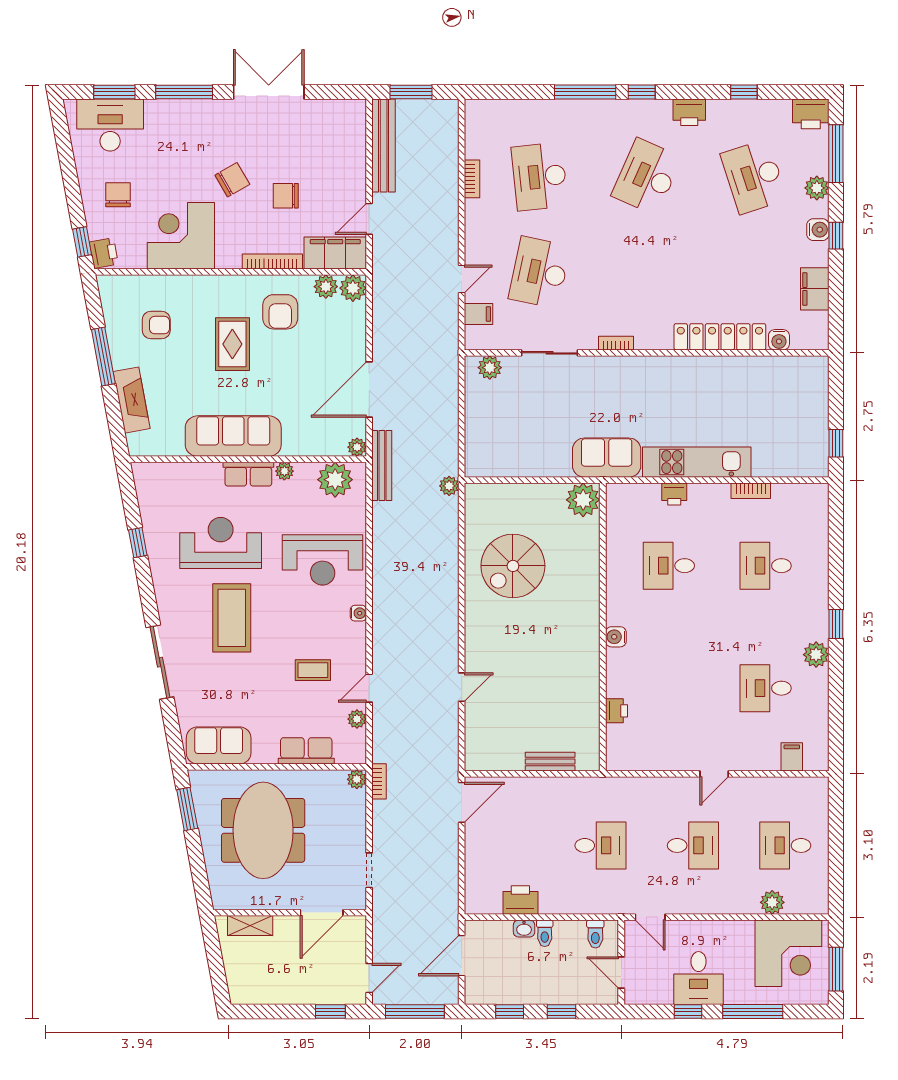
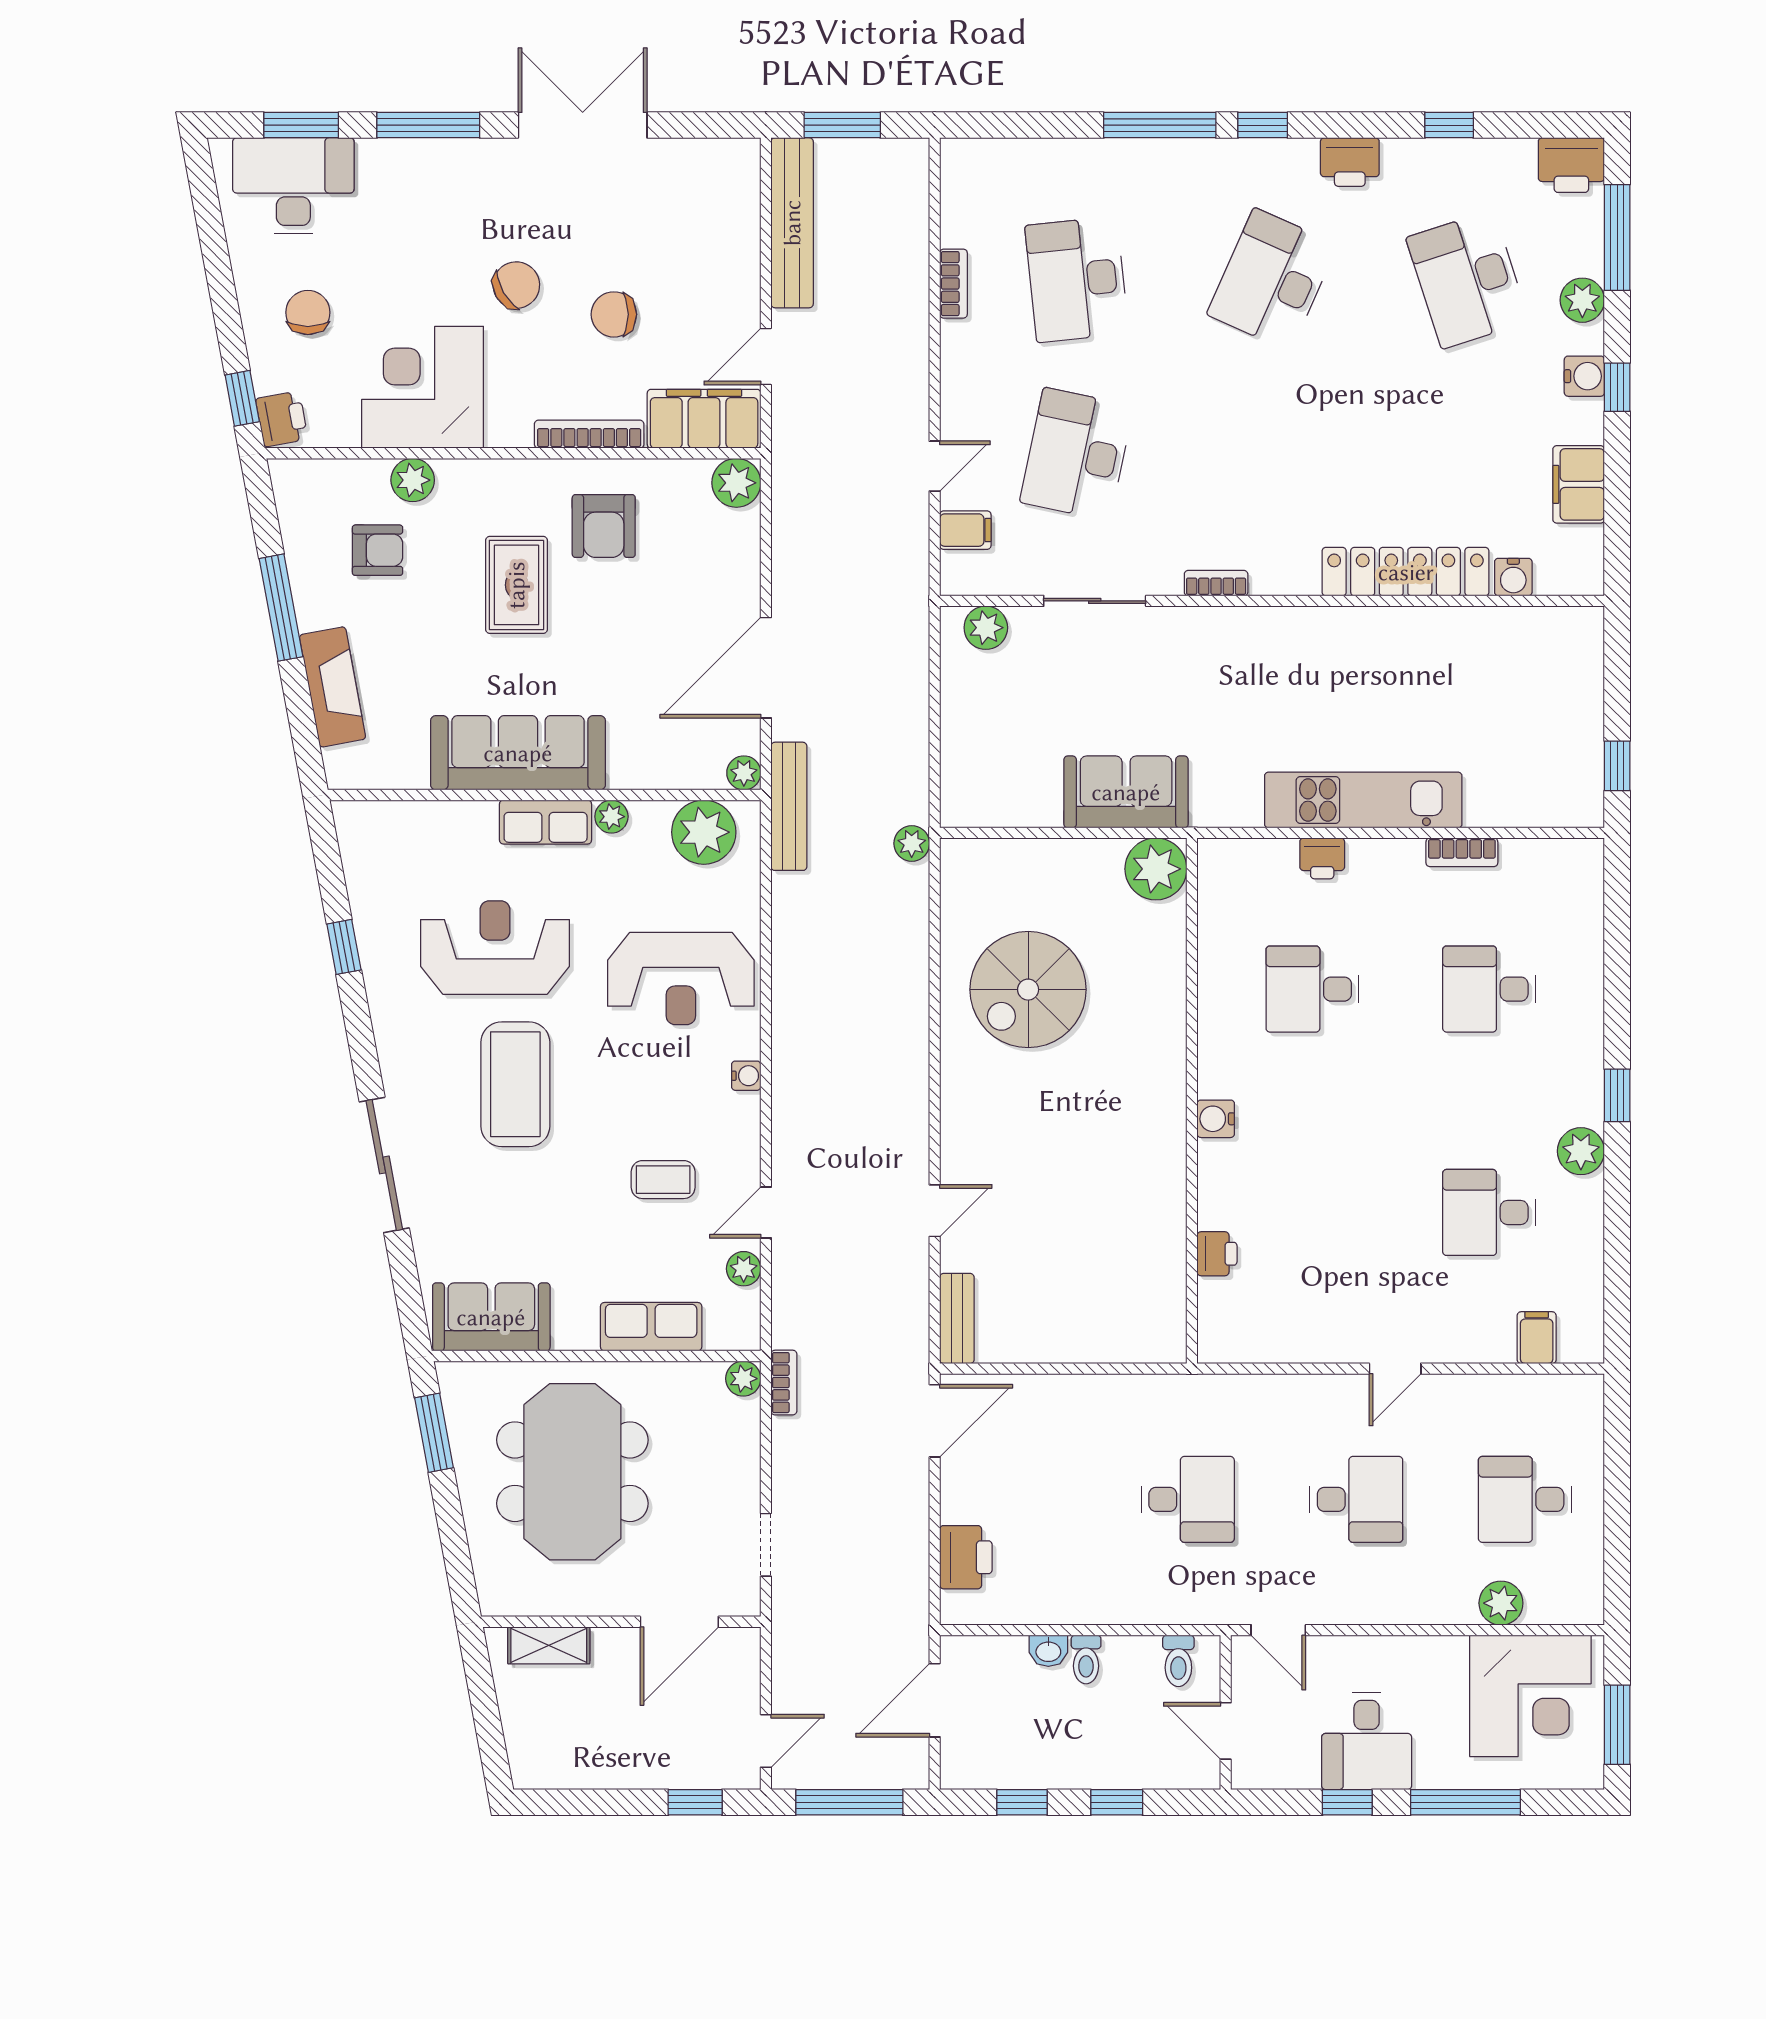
plant: (326, 287) -> (413, 480), moved
sofa: (607, 458) -> (1126, 792), moved
bench: (550, 762) -> (957, 1318), moved, turned 90
printer: (520, 900) -> (966, 1557), moved, turned 90

